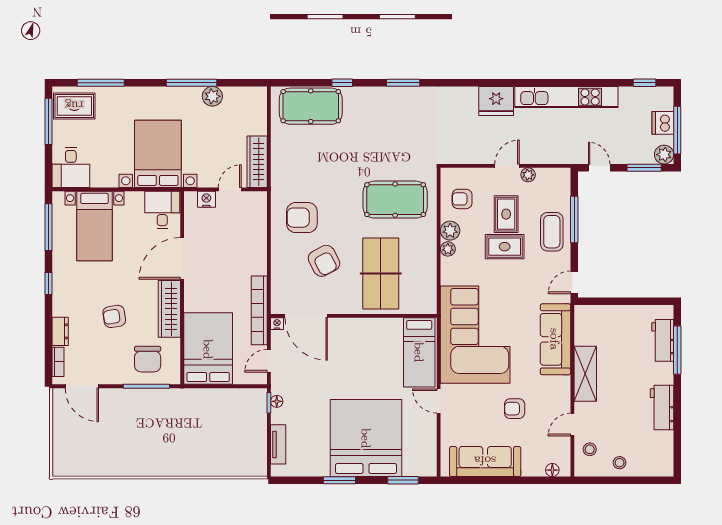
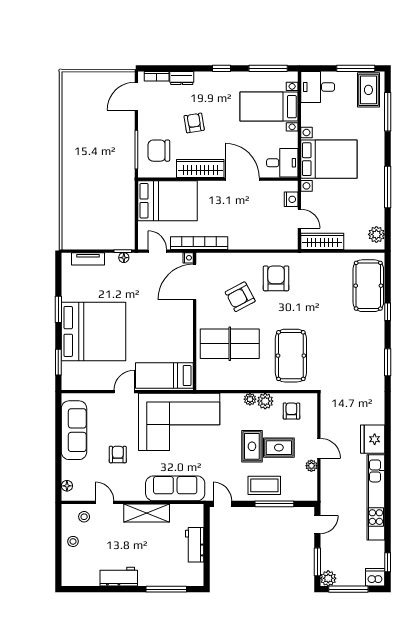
plant: (212, 96) -> (376, 234), moved
dishwasher: (663, 123) -> (375, 577), moved
workbench: (663, 340) -> (195, 545), moved, turned -90

